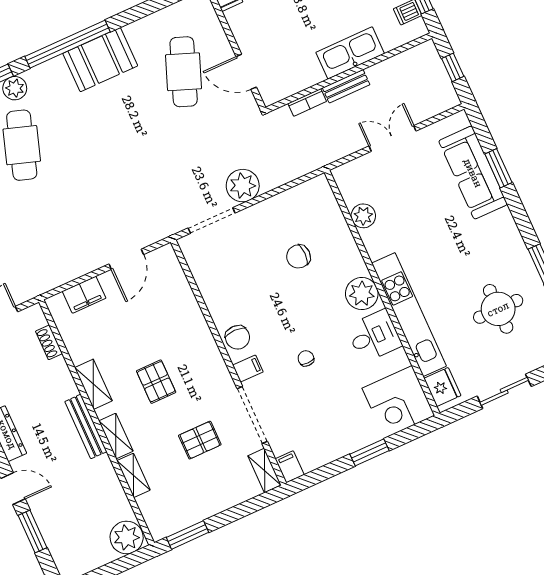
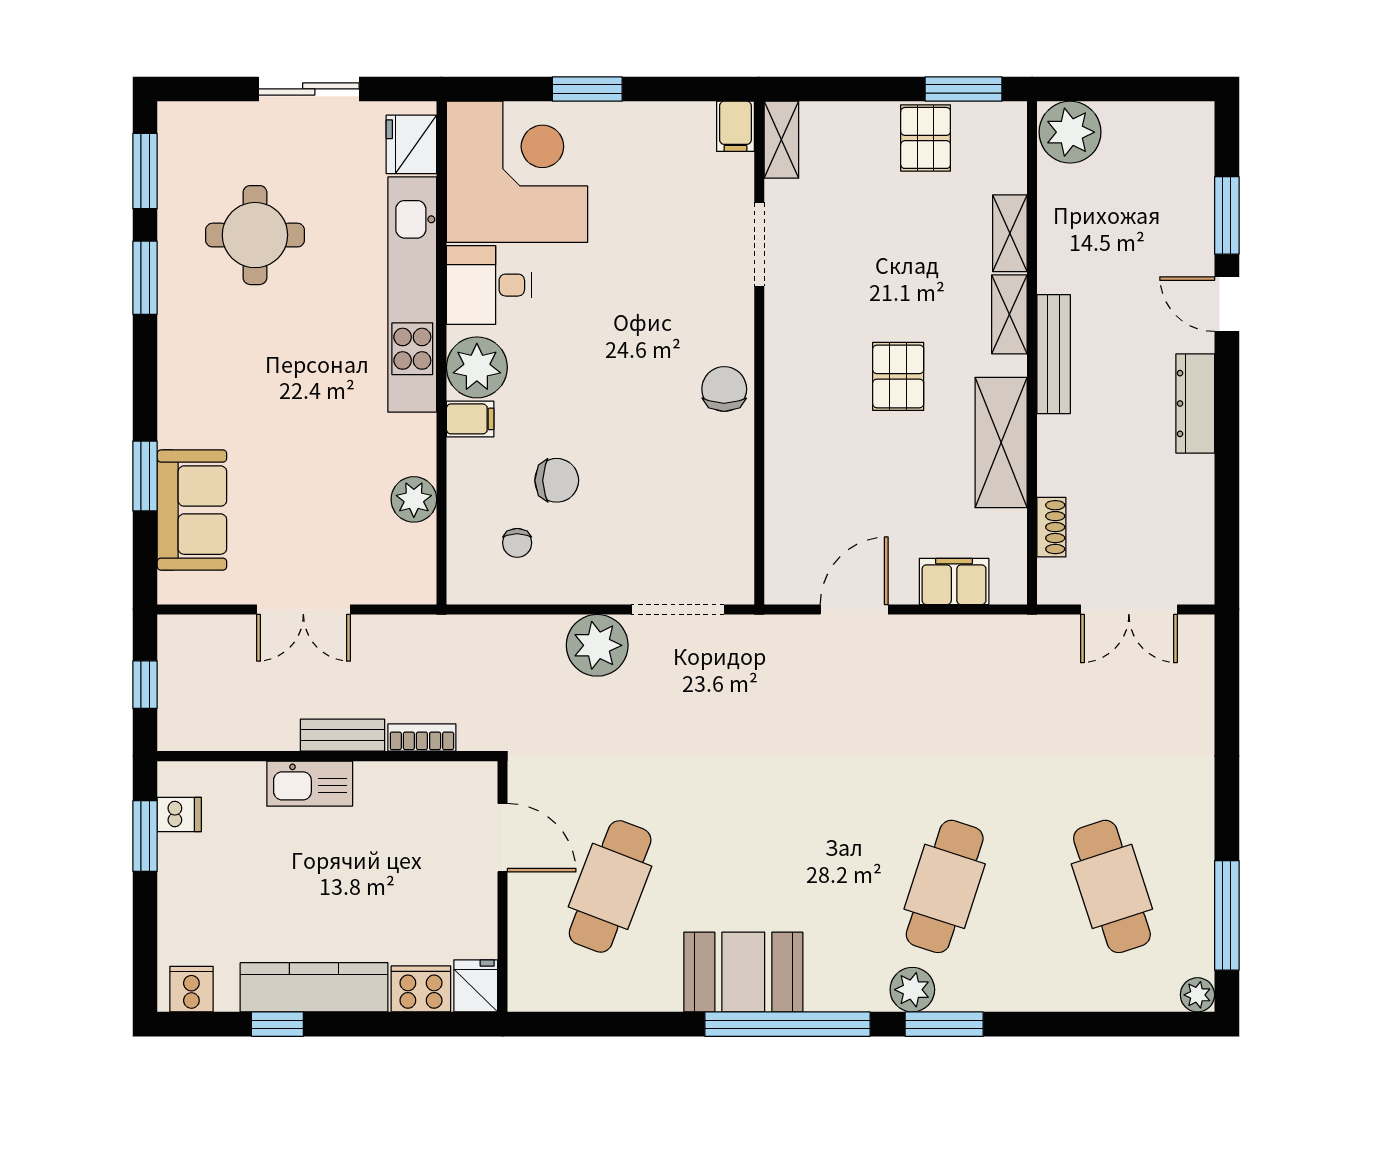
kitchen sink: (350, 53) -> (310, 784), width x0.73, depth x0.81
sofa: (473, 173) -> (192, 510), width x0.73
chair: (306, 358) -> (517, 543), moved
filing cabinet: (248, 369) -> (470, 419), moved, turned 180
shelving: (93, 384) -> (1001, 443), width x1.50, depth x1.33
corner desk: (398, 402) -> (517, 172), width x1.36, depth x1.36
doorway: (252, 415) -> (759, 244), width x0.73
pallet: (200, 440) -> (926, 138), moved, turned 90

